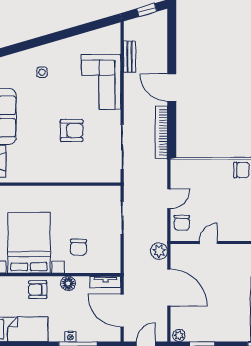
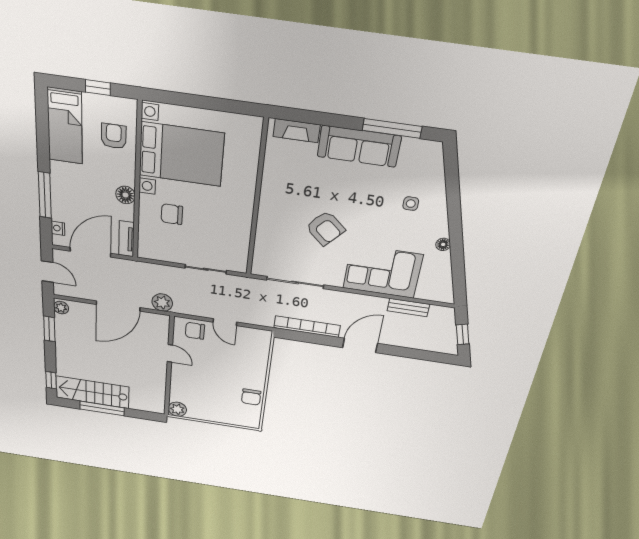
floor lamp: (71, 42) -> (443, 244), added
armchair: (72, 130) -> (325, 228), turned -48
armchair: (38, 290) -> (114, 136), moved
nightstand: (70, 336) -> (58, 228), moved

